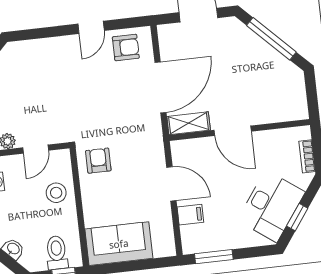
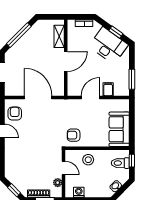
shelving: (189, 123) -> (59, 36), moved

